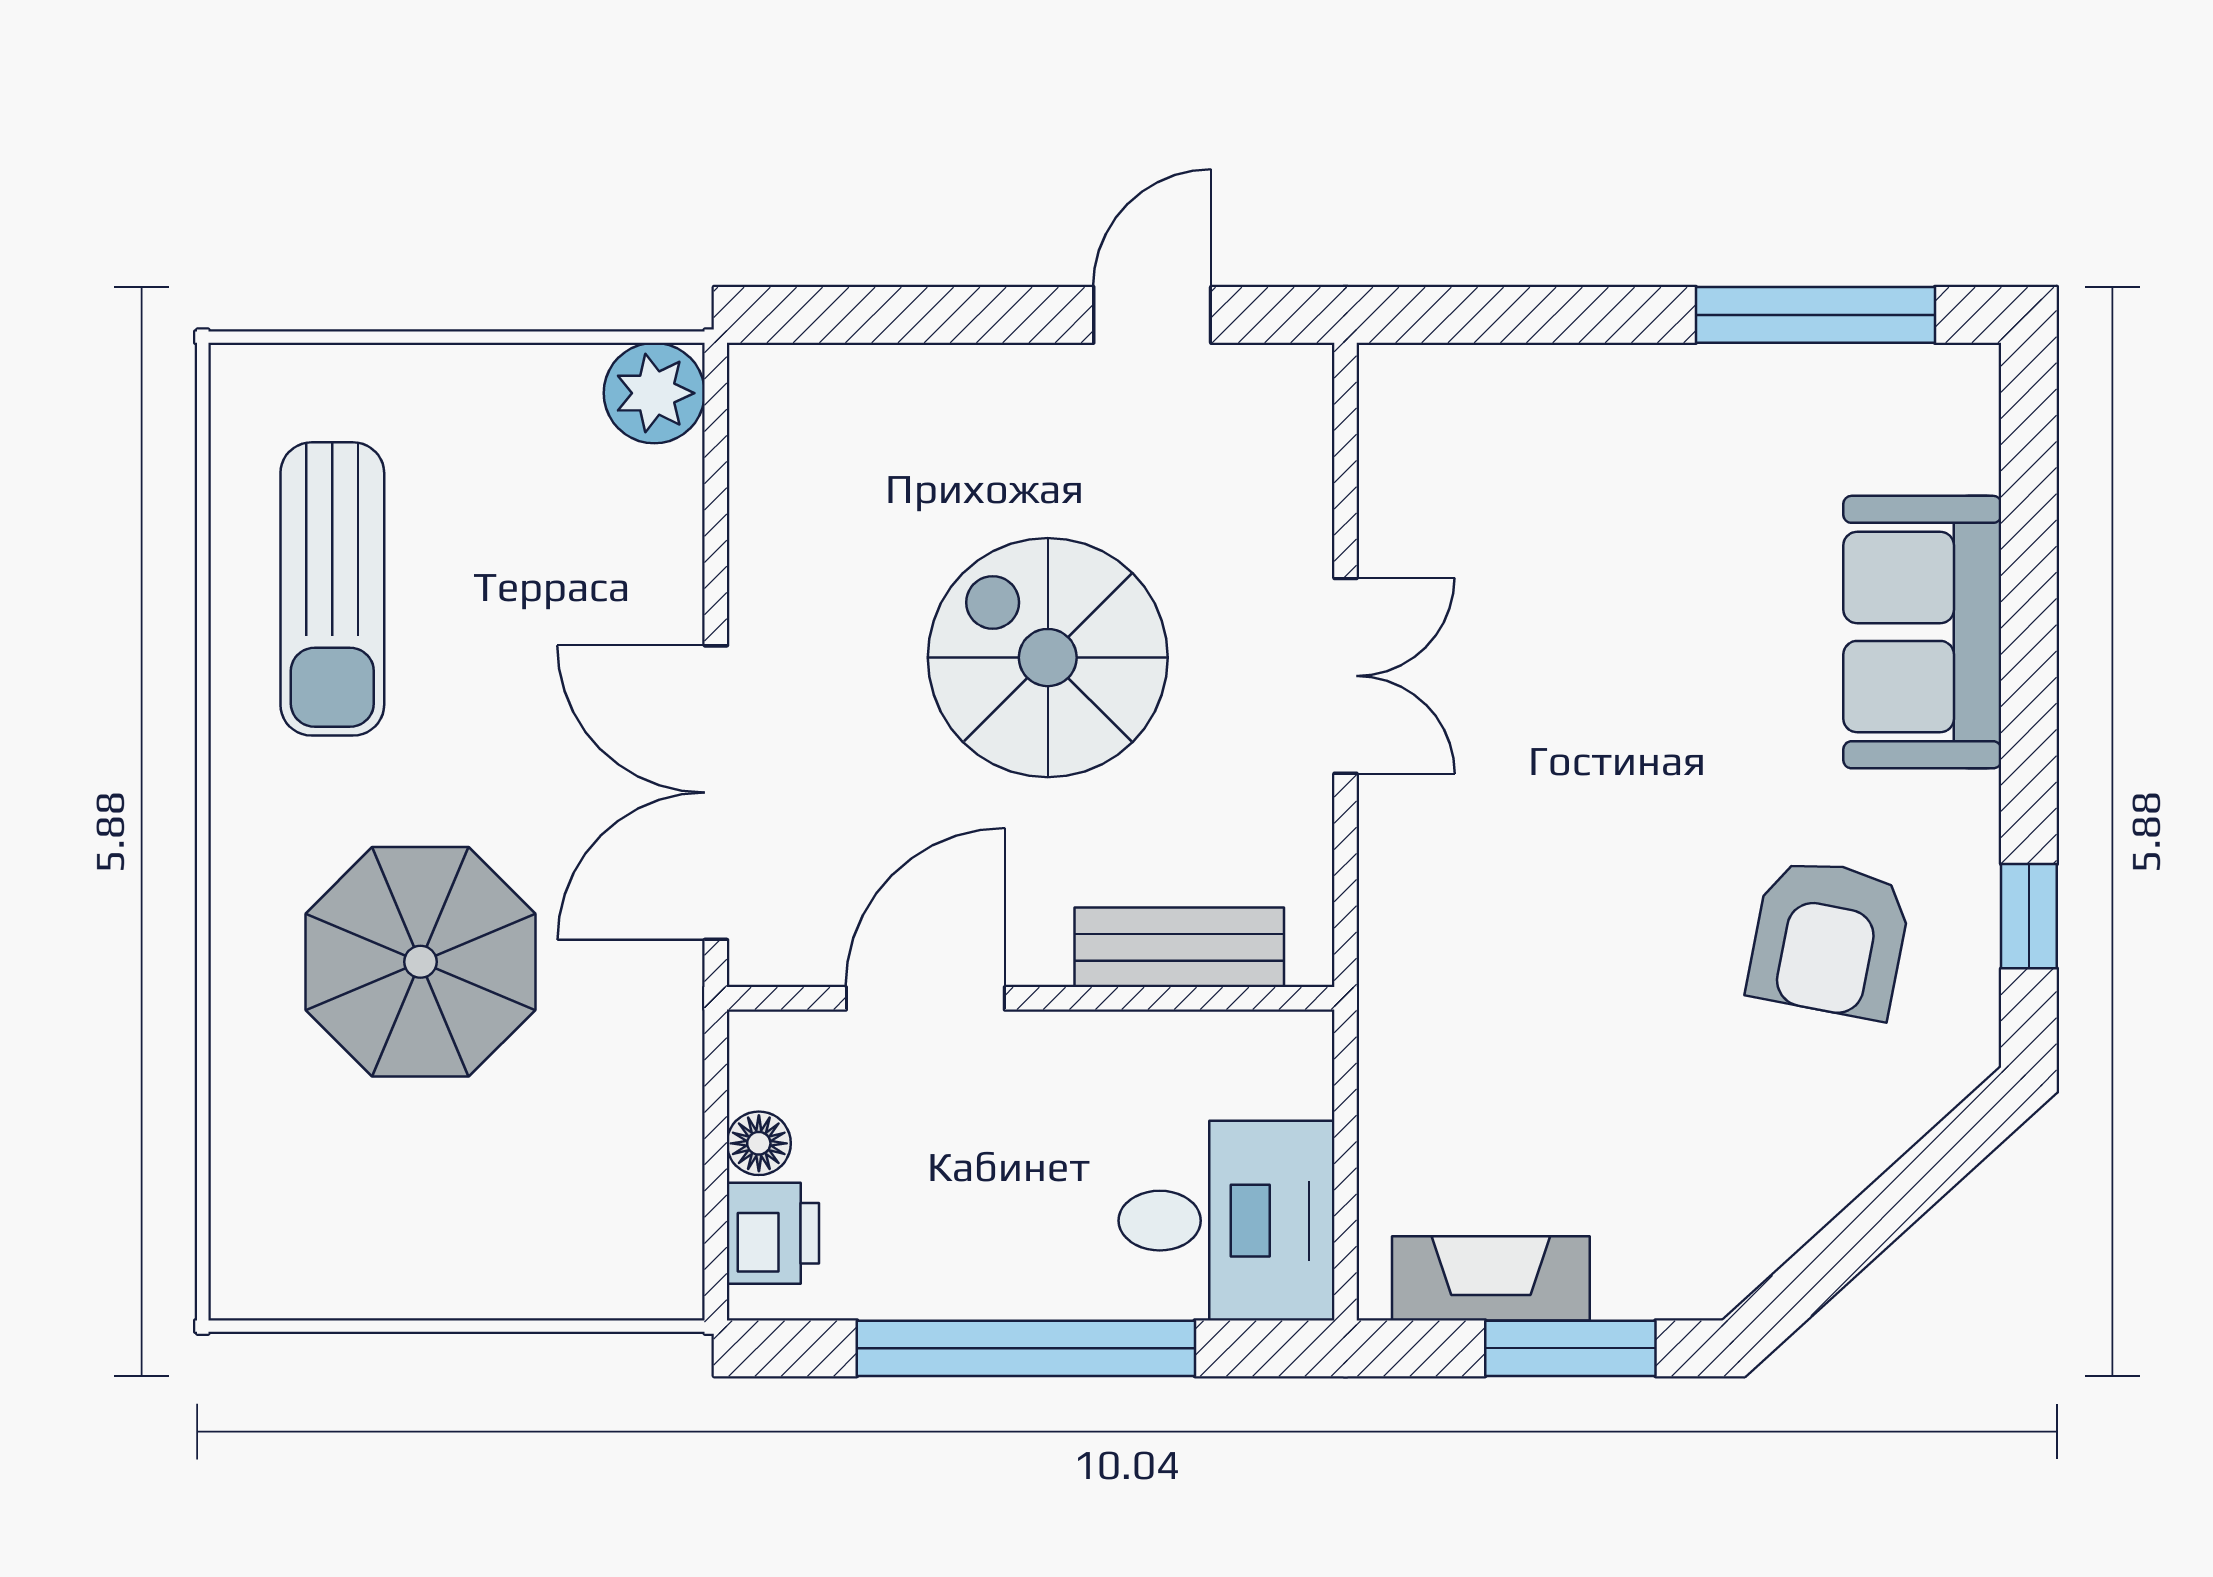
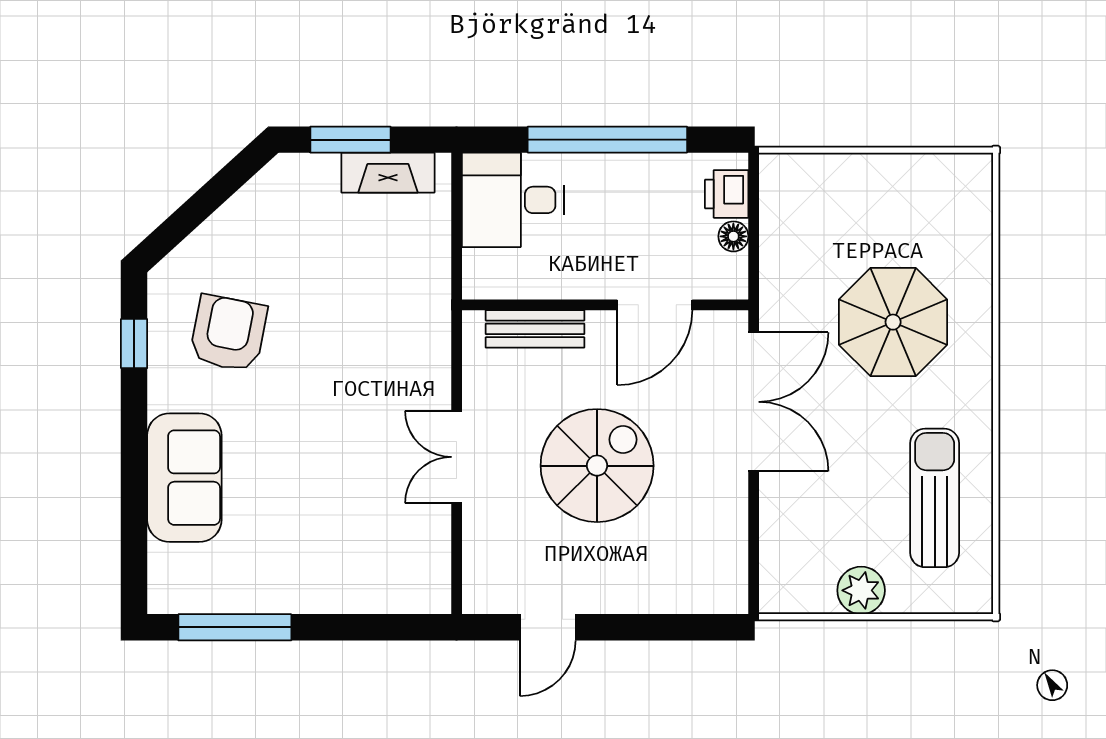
plant: (654, 393) -> (861, 590), moved
spiral stairs: (1048, 658) -> (597, 466), turned -90

